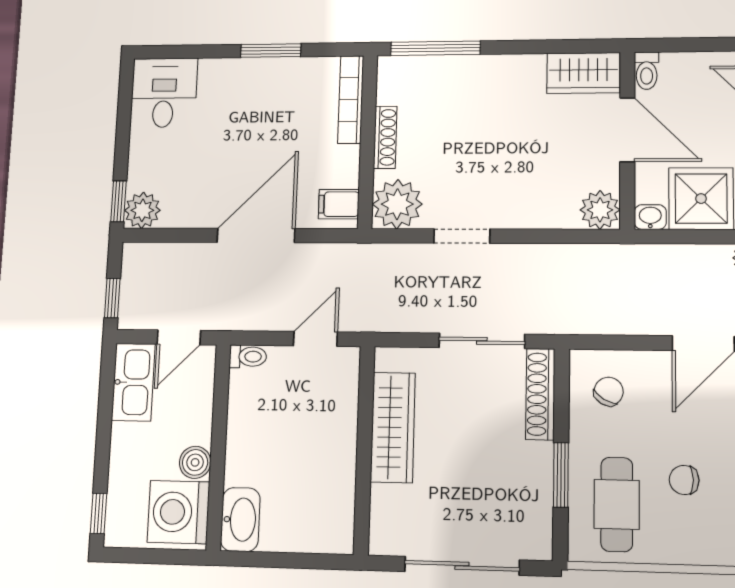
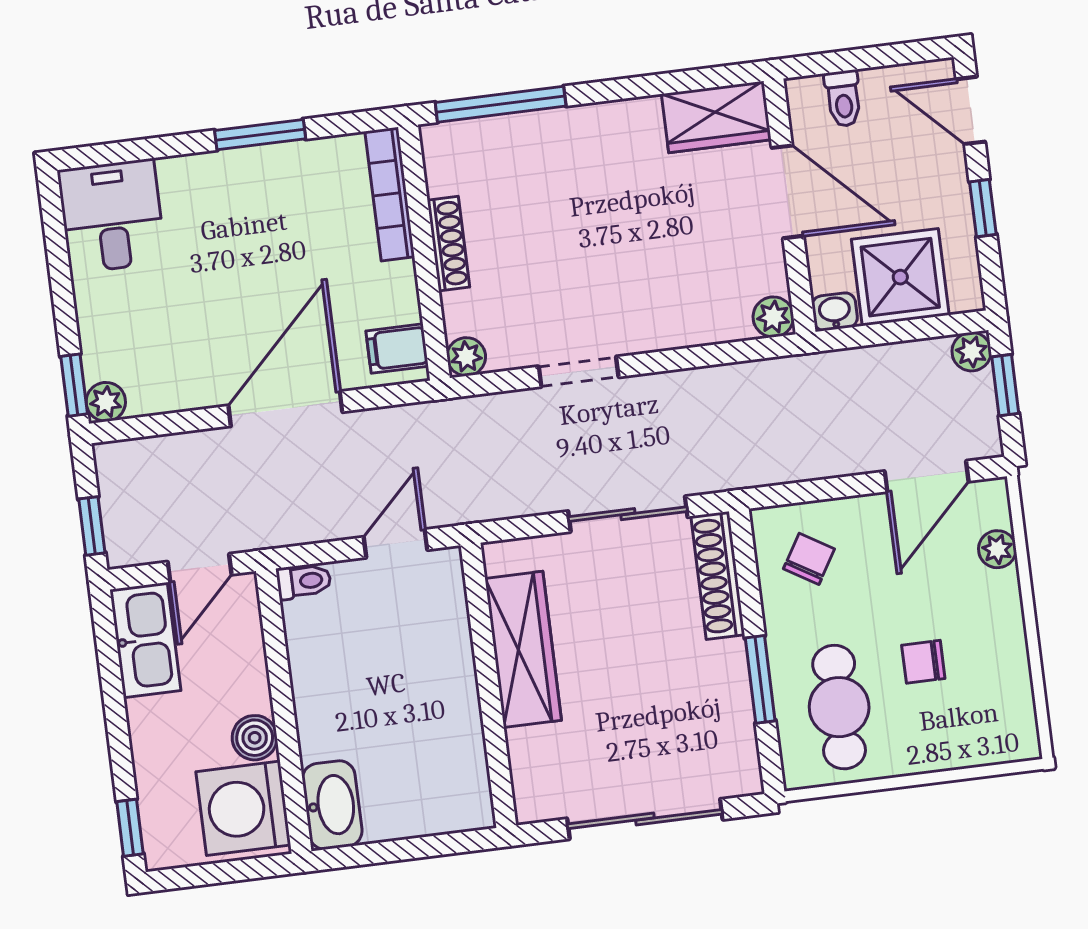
toilet: (647, 71) -> (843, 98), moved
plant: (397, 204) -> (466, 357), width x0.53, depth x0.53
plant: (142, 210) -> (106, 402), width x0.73, depth x0.73
plant: (600, 210) -> (773, 317), width x0.73, depth x0.73

